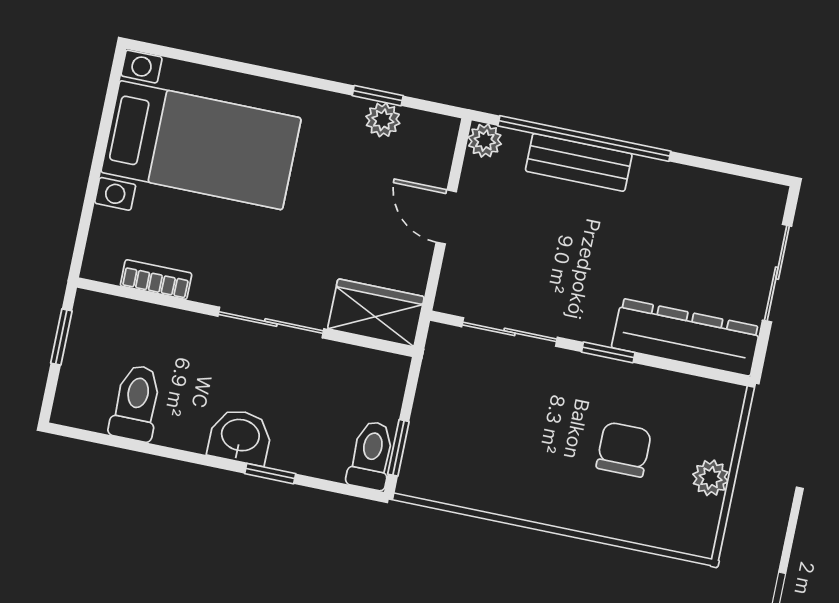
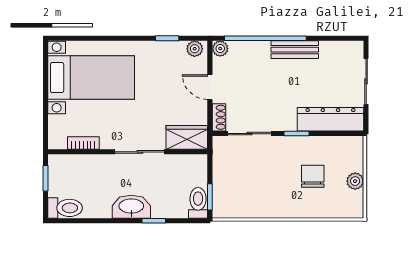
plant: (383, 120) -> (195, 49), moved
bench: (579, 162) -> (295, 50), moved
shoe rack: (452, 285) -> (219, 117), added
toilet: (136, 403) -> (65, 208), moved, turned 90
washbasin: (240, 437) -> (131, 207), width x1.38

